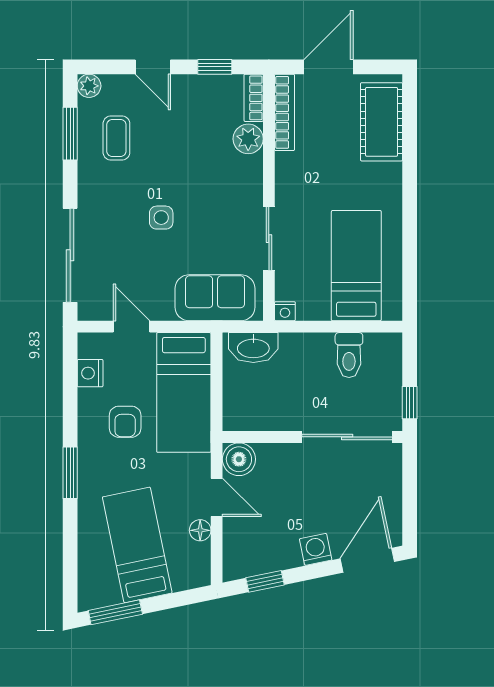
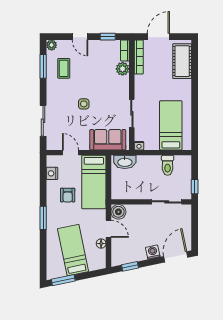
sliding door: (70, 255) -> (43, 121), width x0.73
sliding door: (347, 437) -> (167, 202), width x0.73

